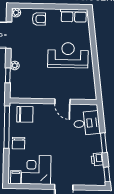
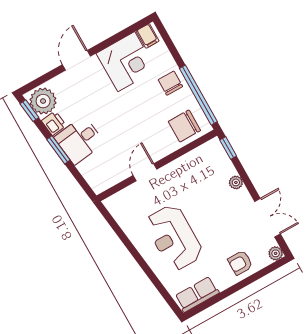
reception desk: (68, 55) -> (174, 238), turned 90
window: (8, 75) -> (228, 148), moved
door: (62, 101) -> (145, 172), hinge flipped
desk: (87, 123) -> (79, 140), moved
plant: (96, 175) -> (43, 101), added

